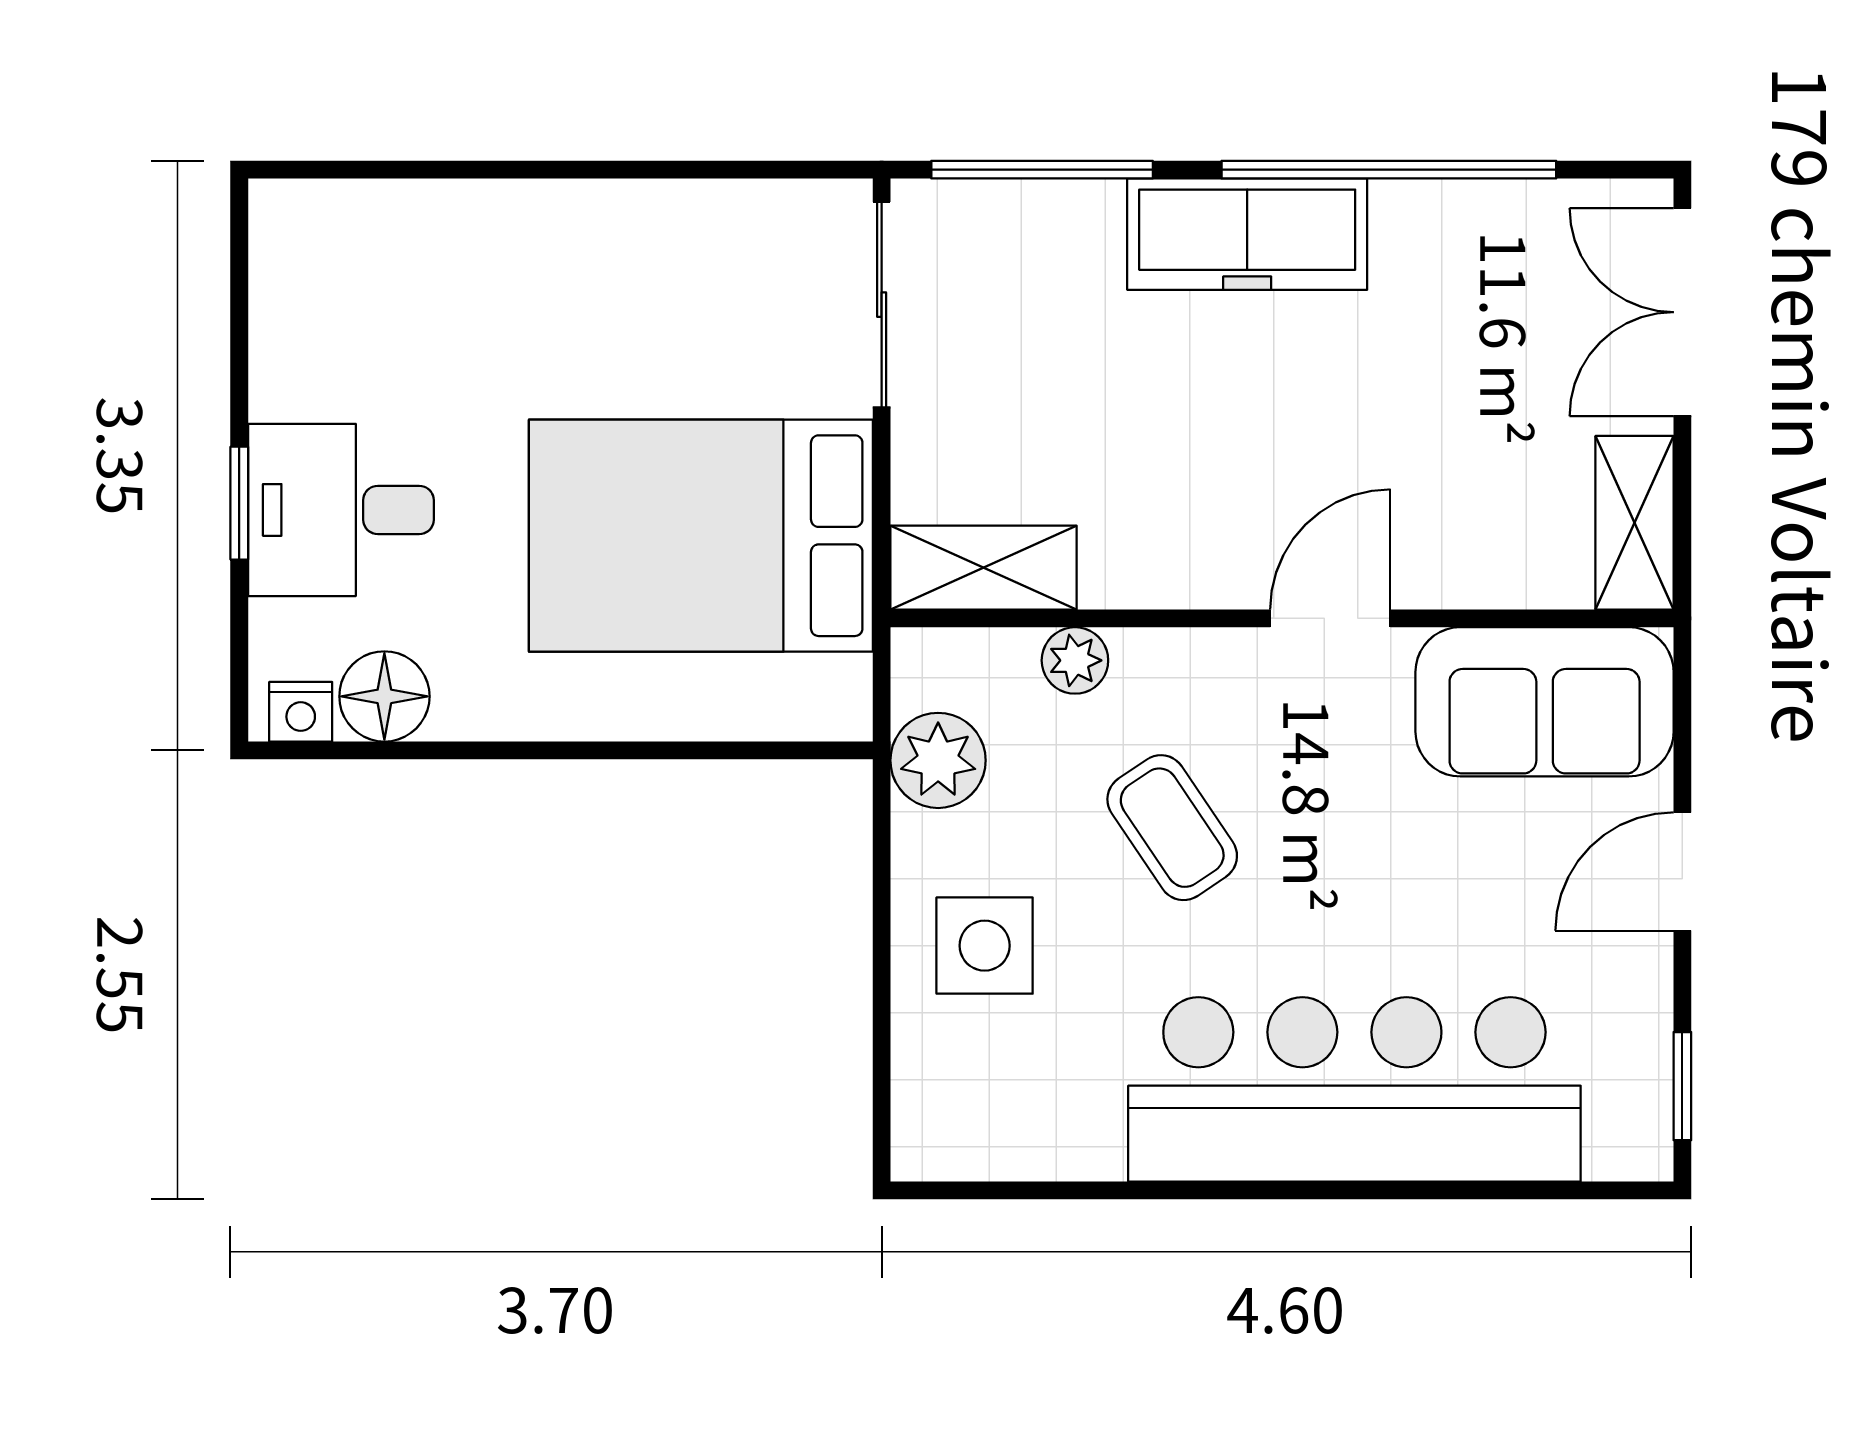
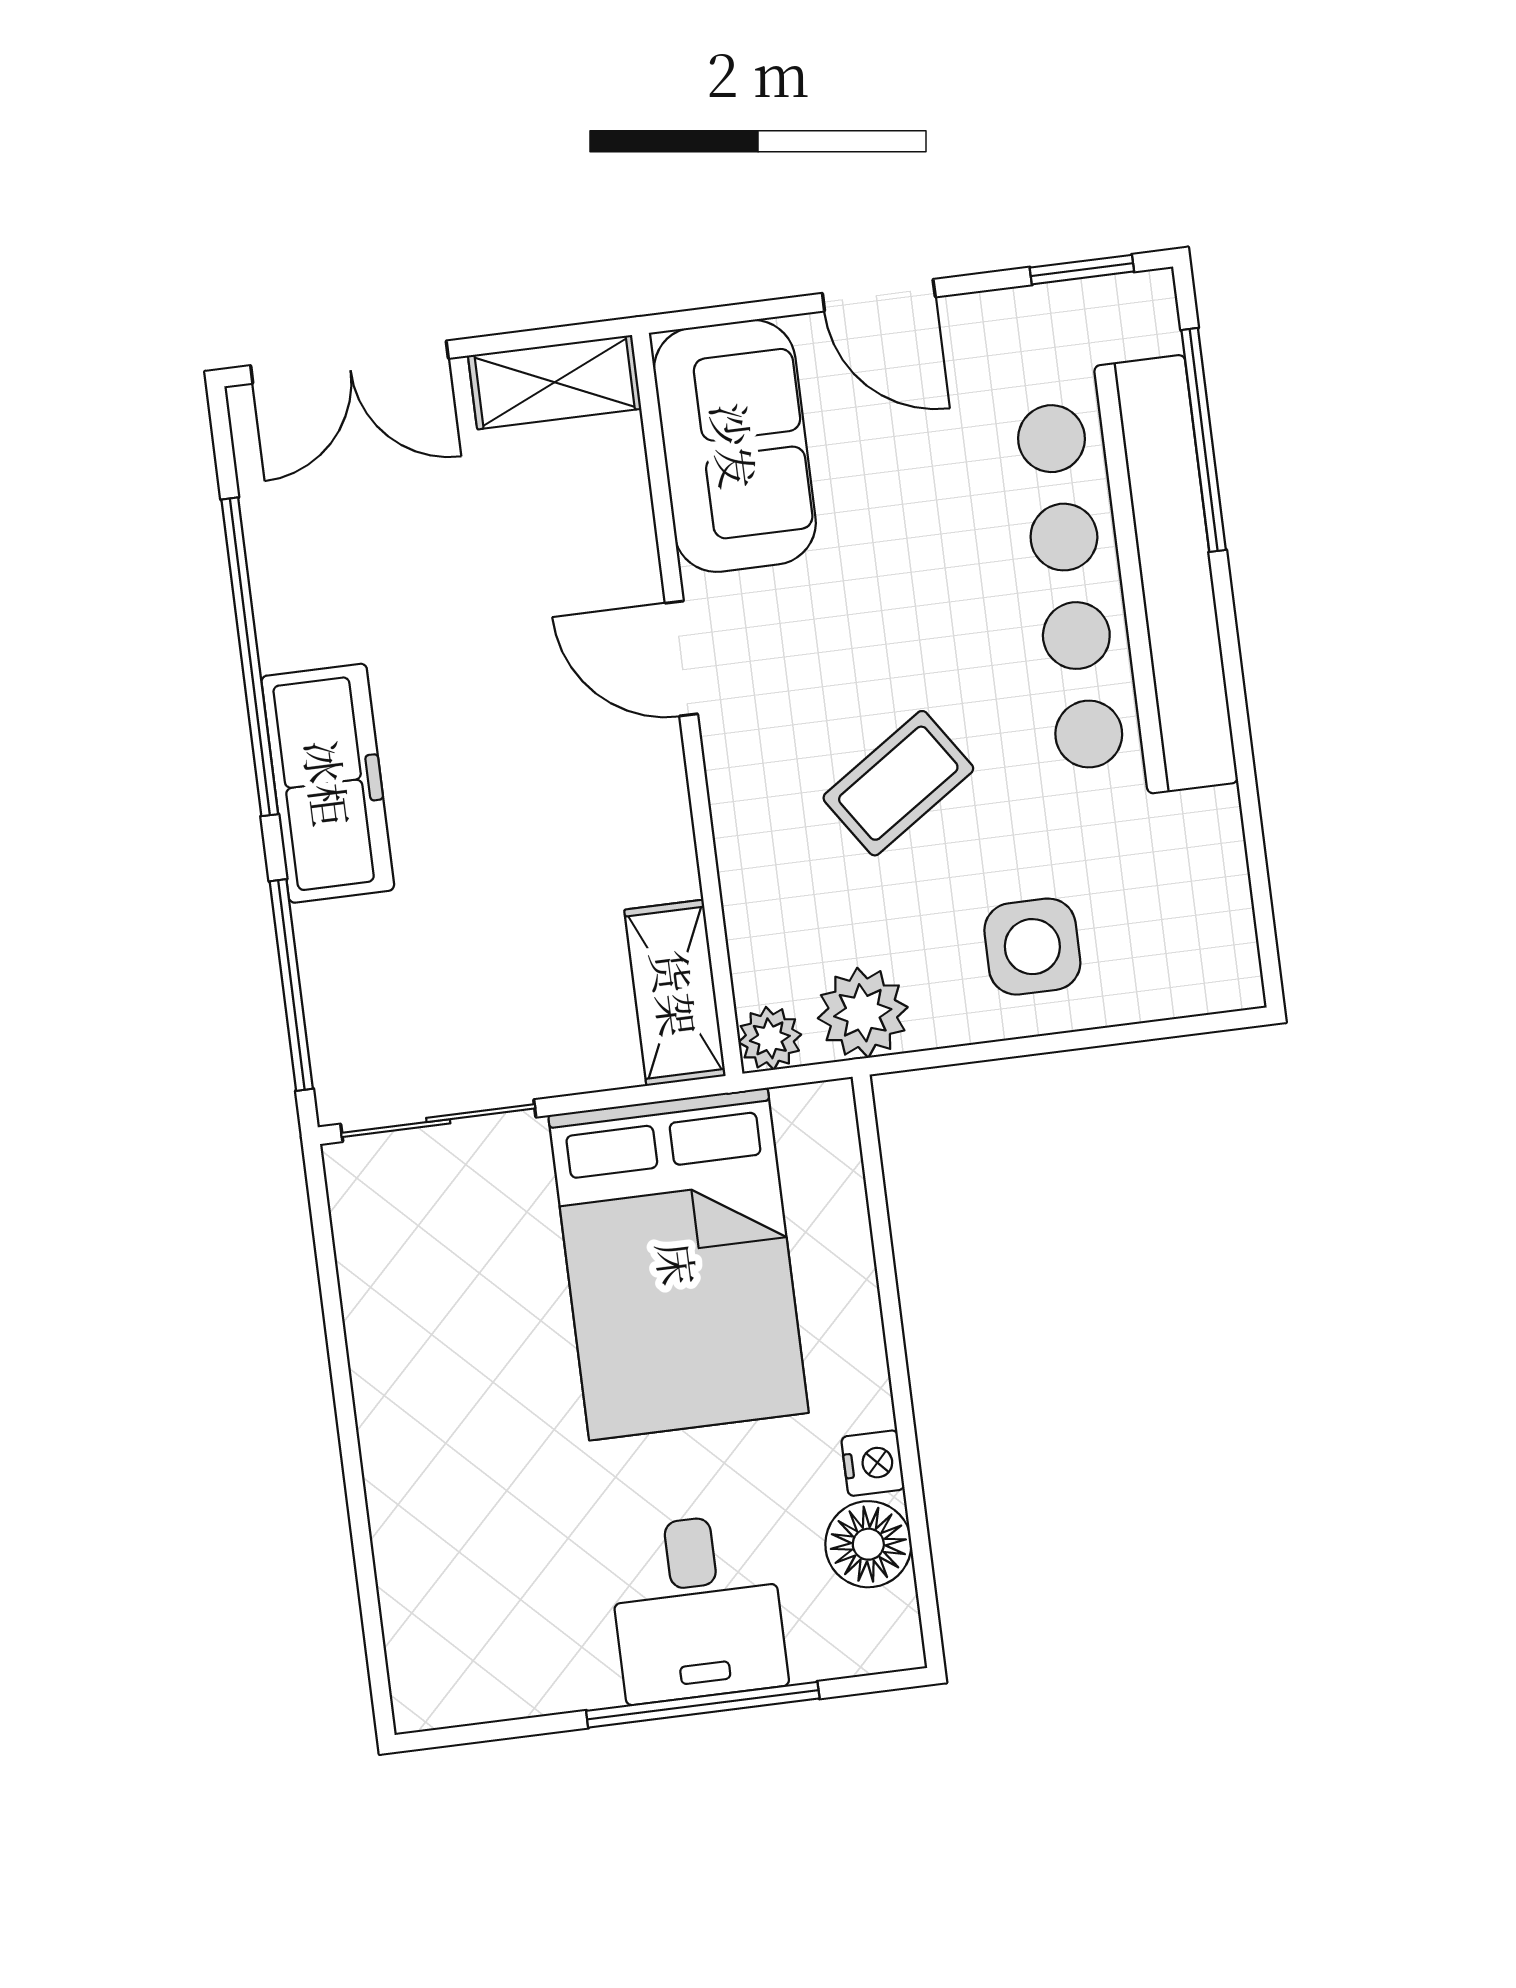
window: (239, 503) -> (703, 1705), width x2.17
plant: (1075, 660) -> (770, 1038), moved
nightstand: (301, 712) -> (873, 1463), moved
window: (1489, 1190) -> (1204, 440), added

